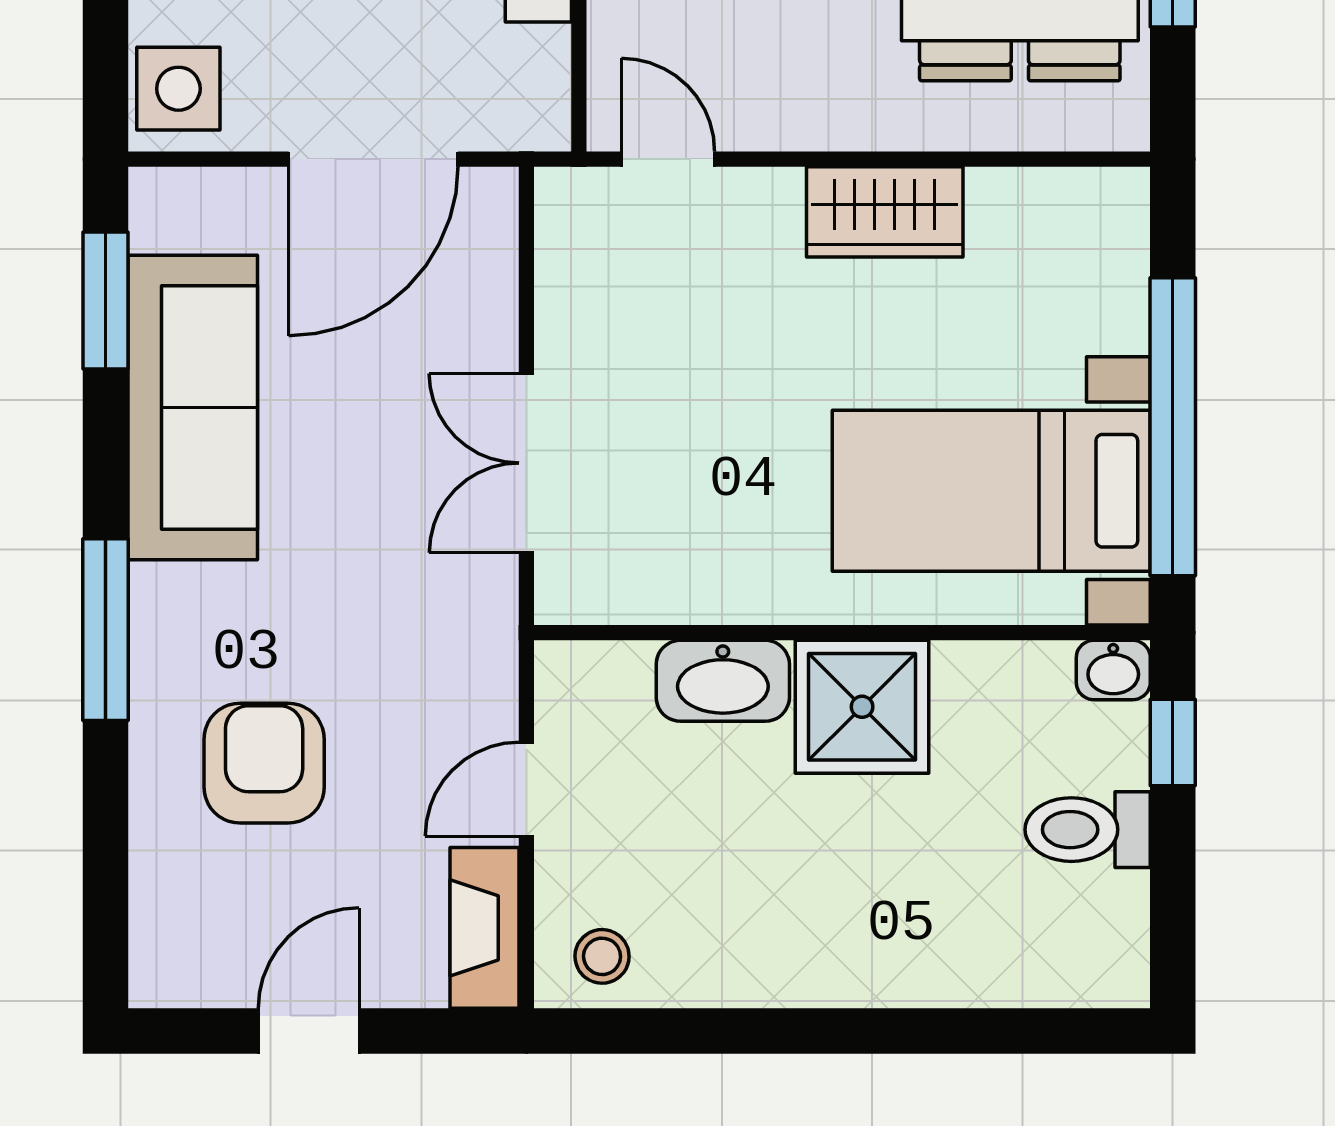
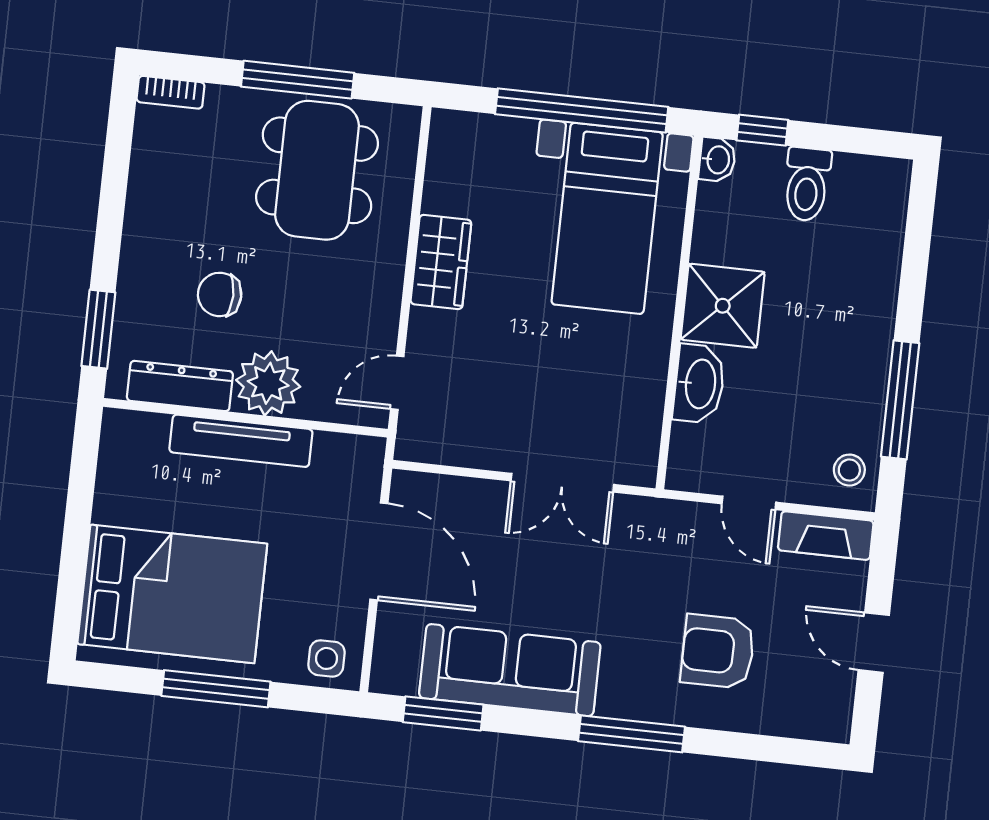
side table: (178, 89) -> (326, 658), width x0.73, depth x0.73
window: (733, 1031) -> (900, 400), added

